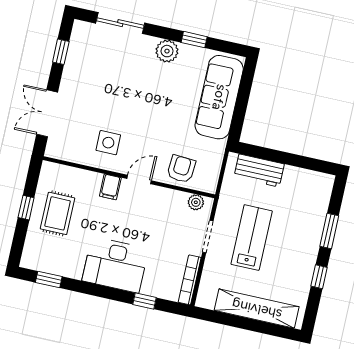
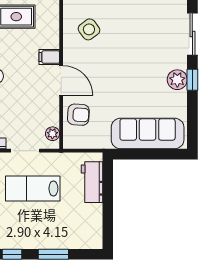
window: (194, 40) -> (192, 80), moved
side table: (108, 143) -> (89, 29), moved, turned -37
door: (139, 180) -> (61, 80), width x1.37
lab bench: (252, 238) -> (33, 189), turned 180

